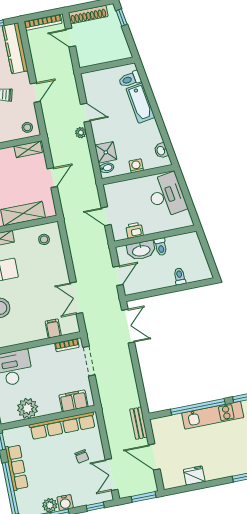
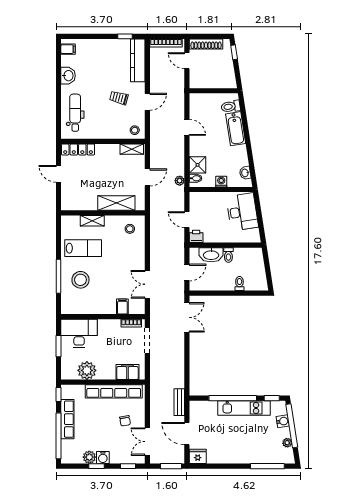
plant: (81, 133) -> (180, 181), moved
printer: (134, 230) -> (196, 236), moved
fridge: (194, 476) -> (198, 456), moved

